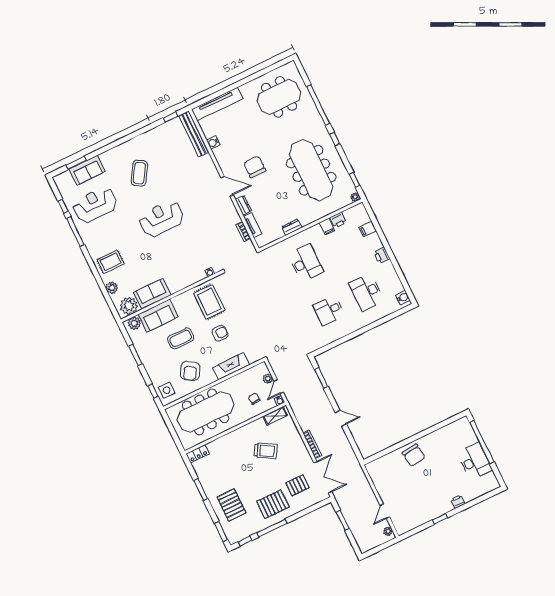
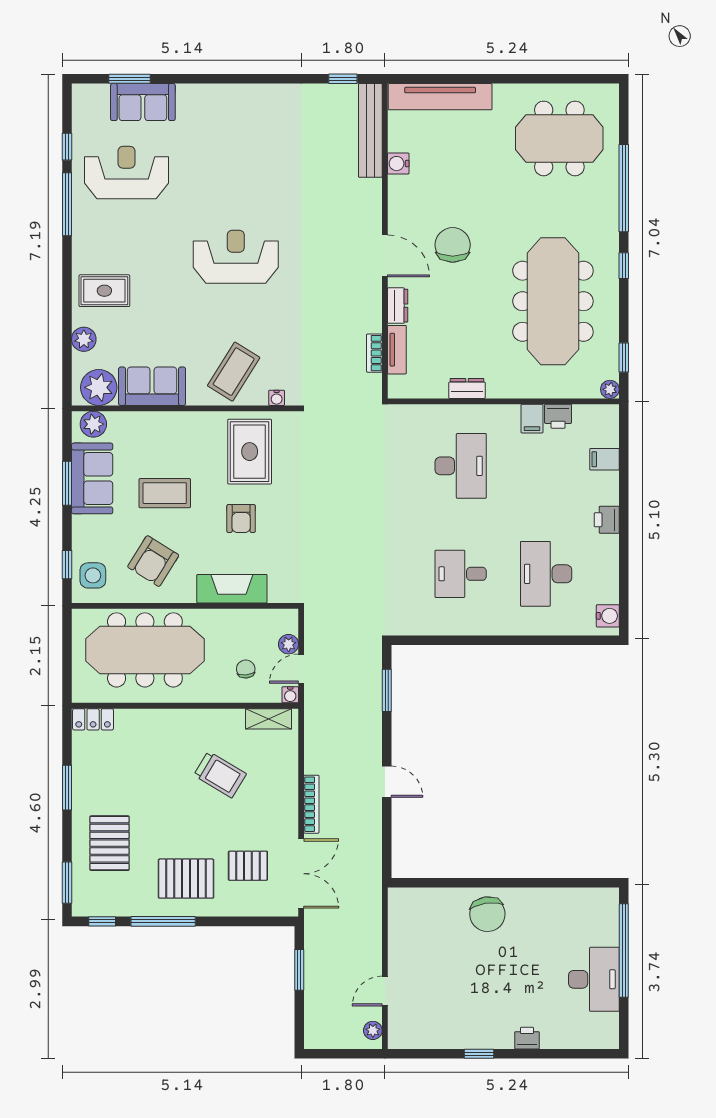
coffee table: (139, 173) -> (234, 372), moved
sofa: (158, 316) -> (92, 478), moved, turned -90
armchair: (220, 333) -> (241, 519), turned 90

